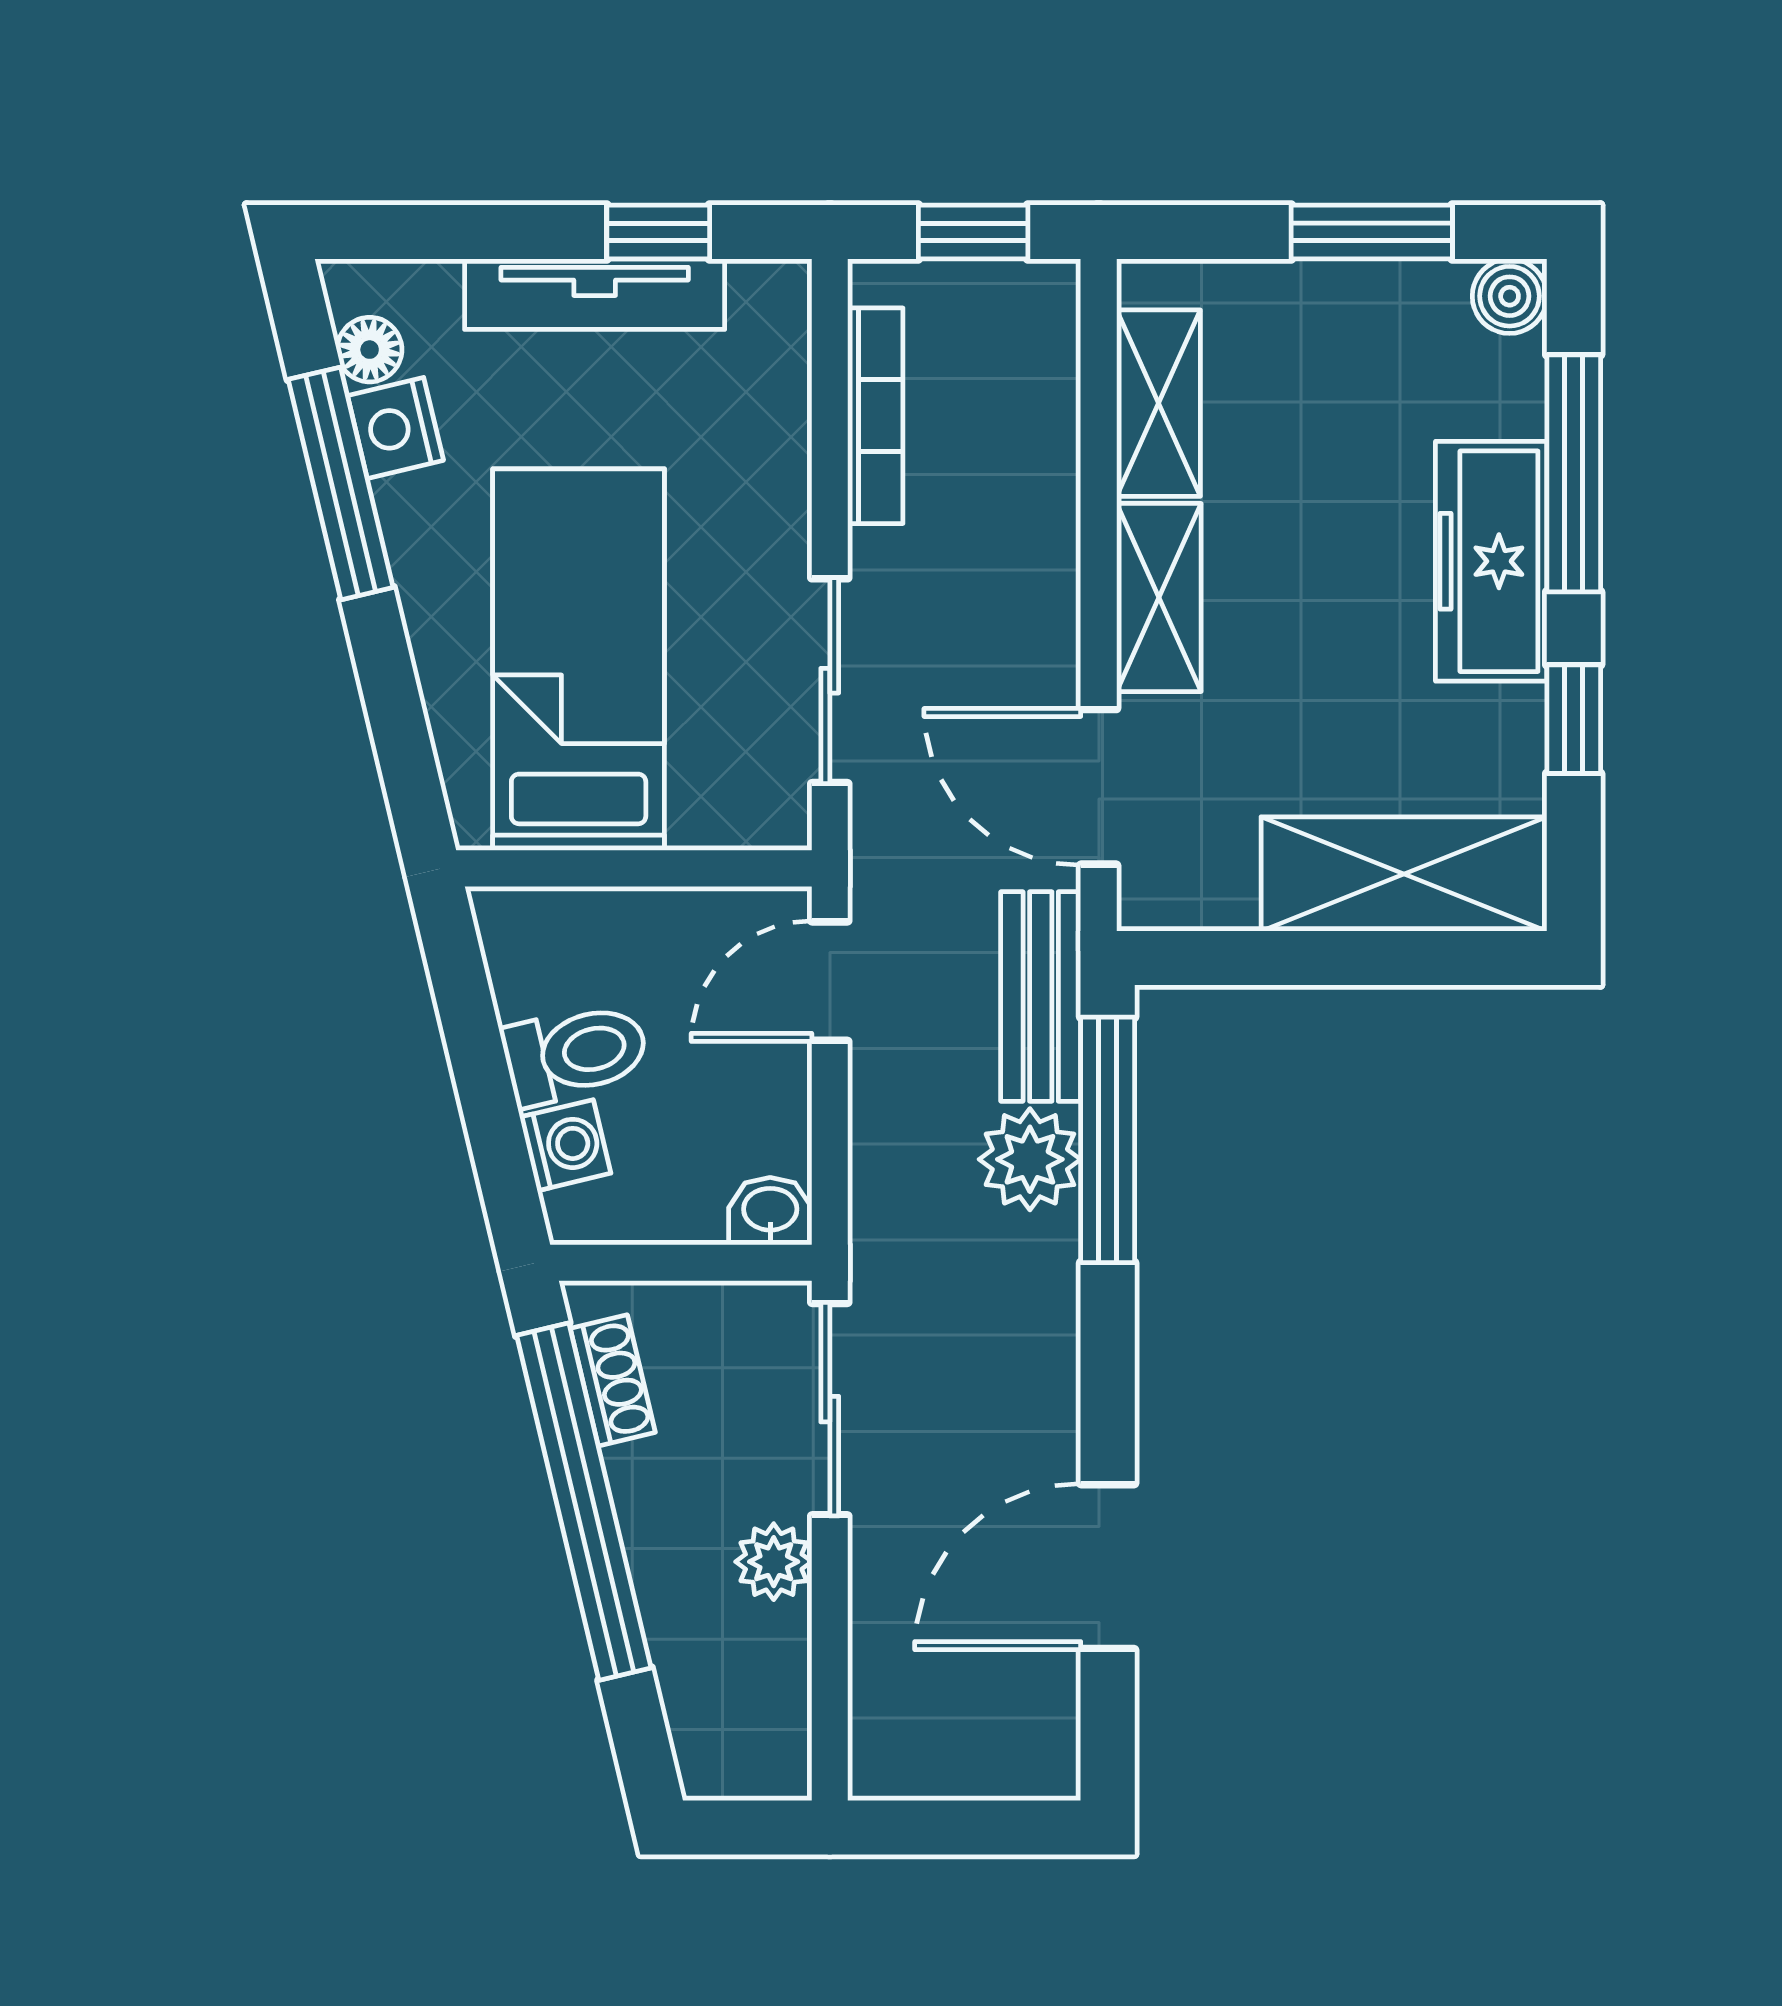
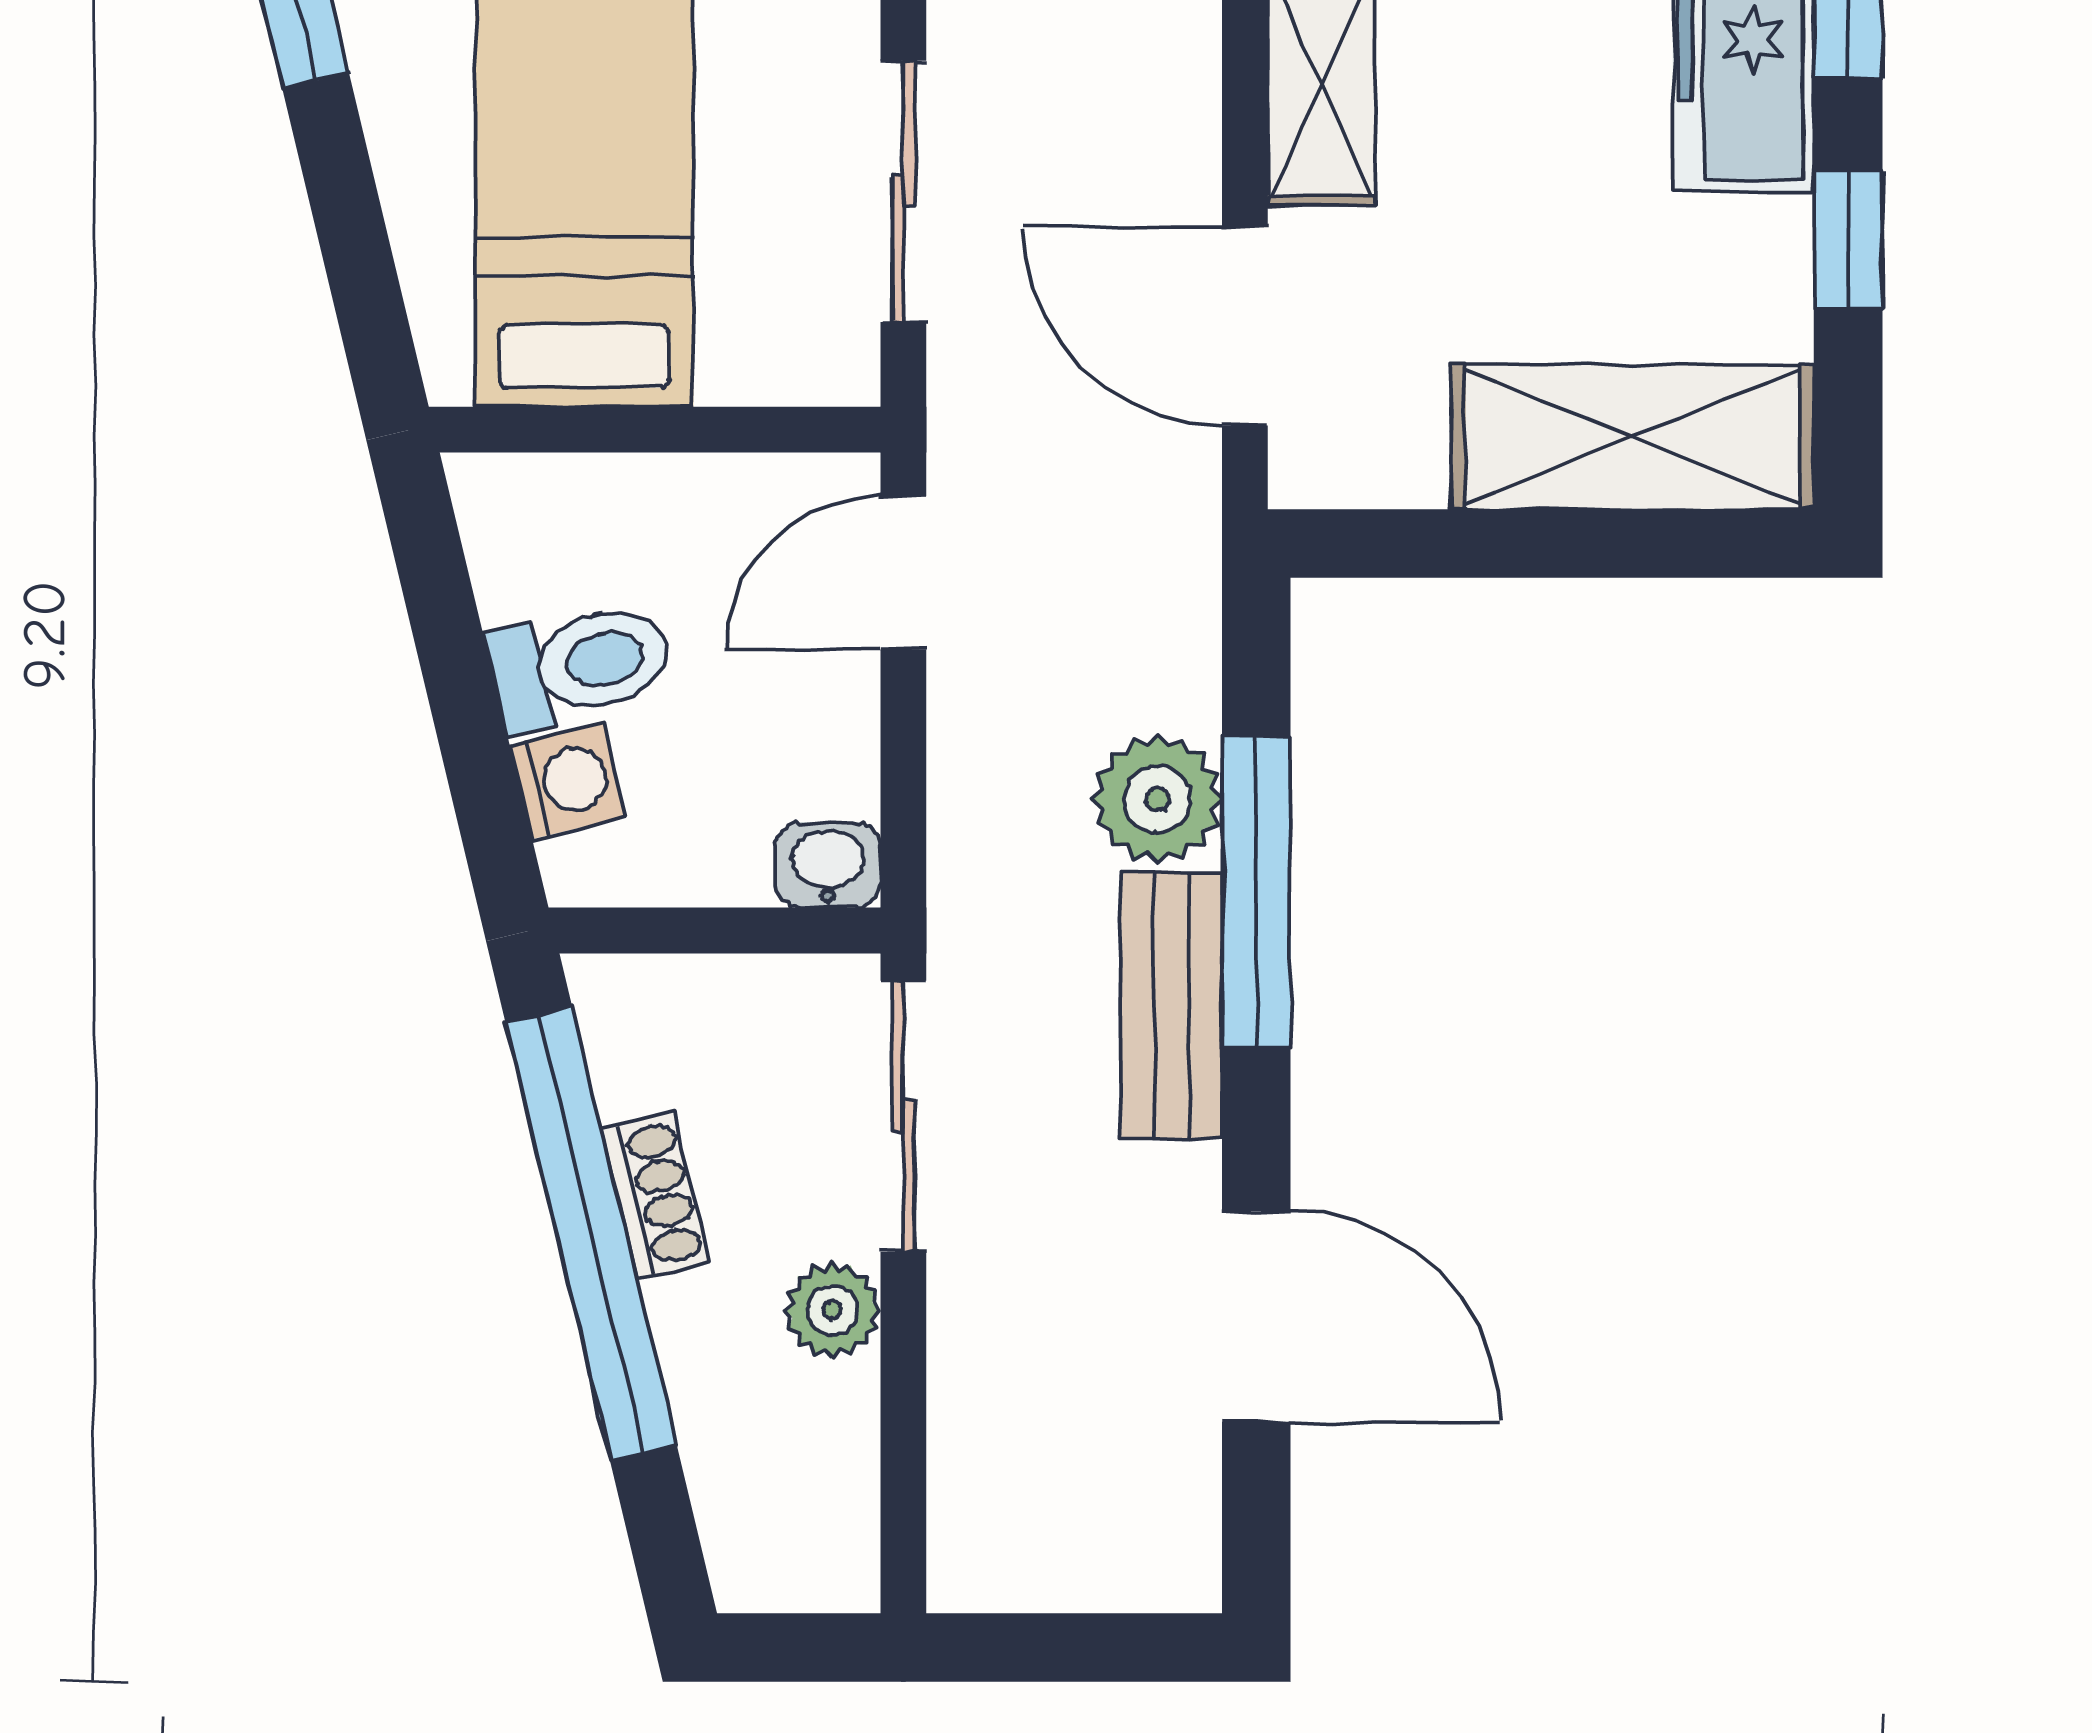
bench: (1041, 997) -> (1171, 1006), moved
window: (1108, 1140) -> (1256, 892), moved
shoe rack: (613, 1380) -> (655, 1196), moved
door: (1108, 1567) -> (1256, 1316), swing flipped

